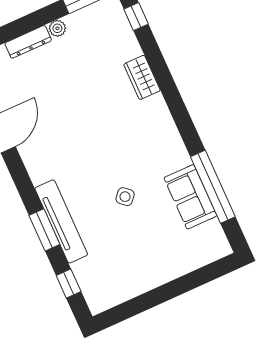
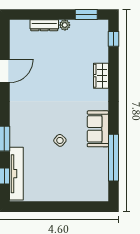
sofa: (190, 197) -> (98, 129), moved
tv unit: (61, 221) -> (16, 174), moved

